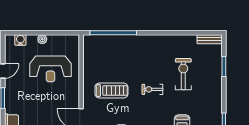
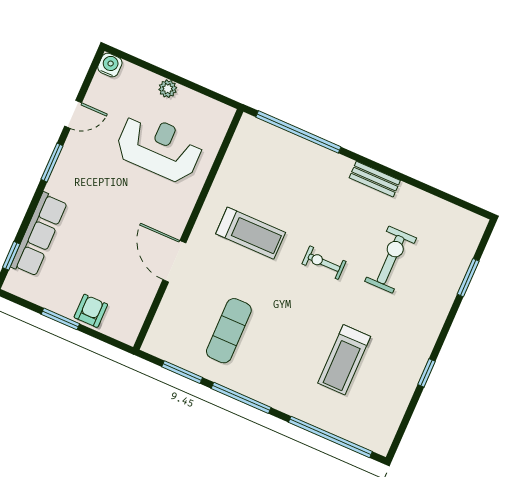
bench: (210, 39) -> (375, 179), moved
water cooler: (20, 40) -> (110, 65), moved
reception desk: (50, 69) -> (159, 148), turned 180

